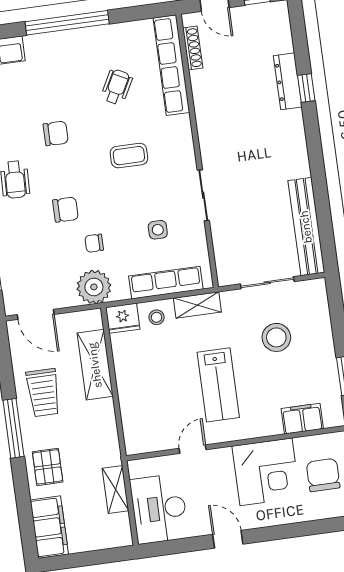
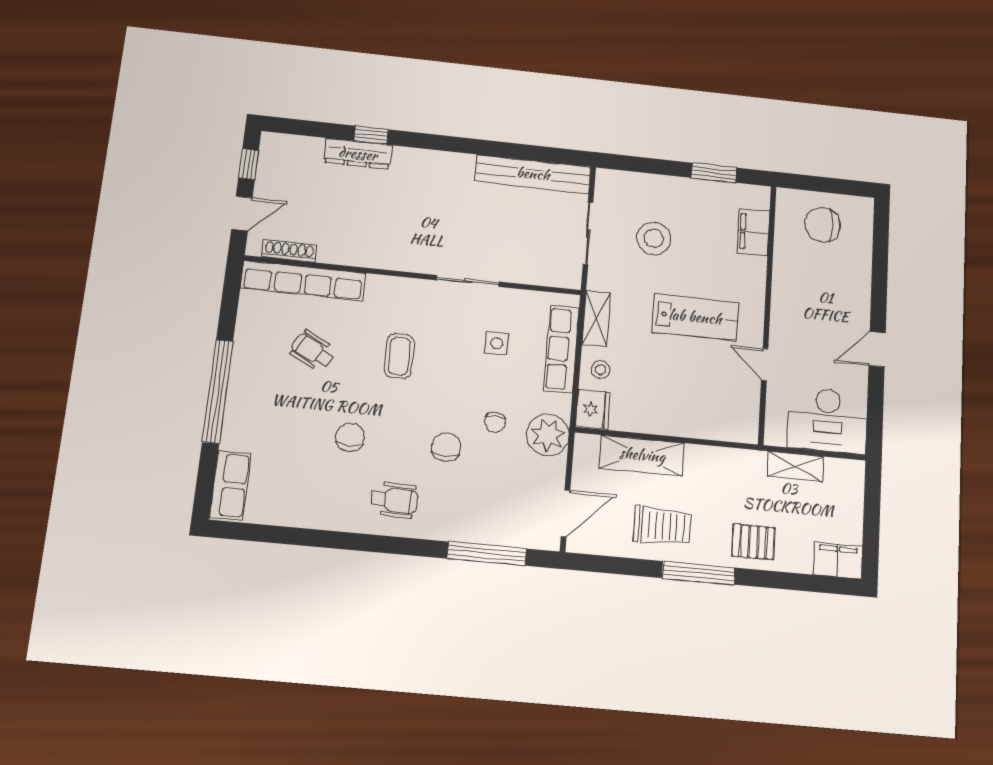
corner desk: (266, 472) -> (807, 287), removed
filing cabinet: (49, 527) -> (838, 561), width x0.67, depth x0.86

